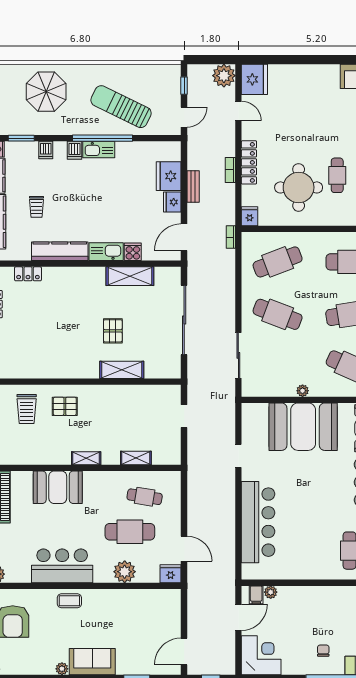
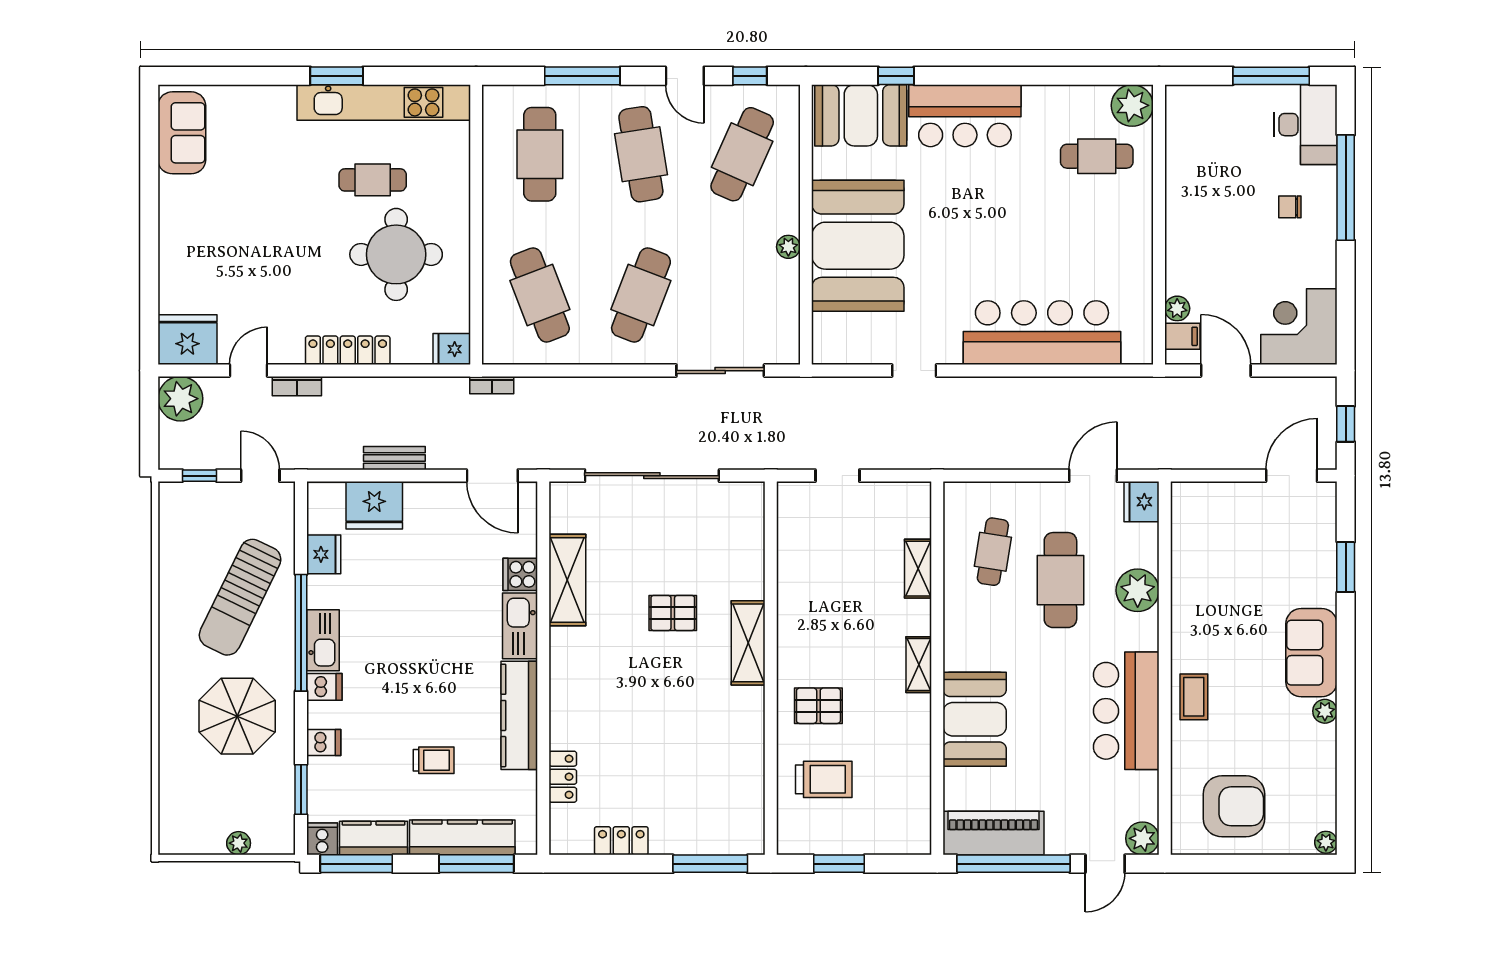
parasol: (46, 92) -> (237, 716), moved
bookcase: (230, 170) -> (297, 386), moved
fridge: (172, 202) -> (324, 554), moved, turned -90
shelving: (122, 370) -> (748, 643), moved
pallet: (65, 406) -> (818, 706), turned 90
door: (184, 651) -> (1292, 476), swing flipped

